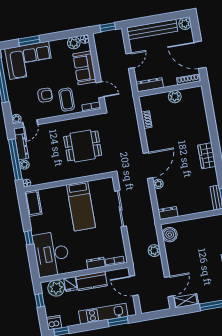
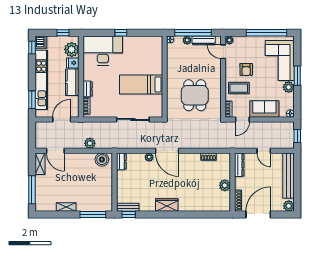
window: (29, 41) -> (297, 76), moved
plant: (74, 43) -> (289, 87), moved
cot: (33, 203) -> (151, 42), removed
kitchen unit: (103, 314) -> (41, 80), width x1.36

